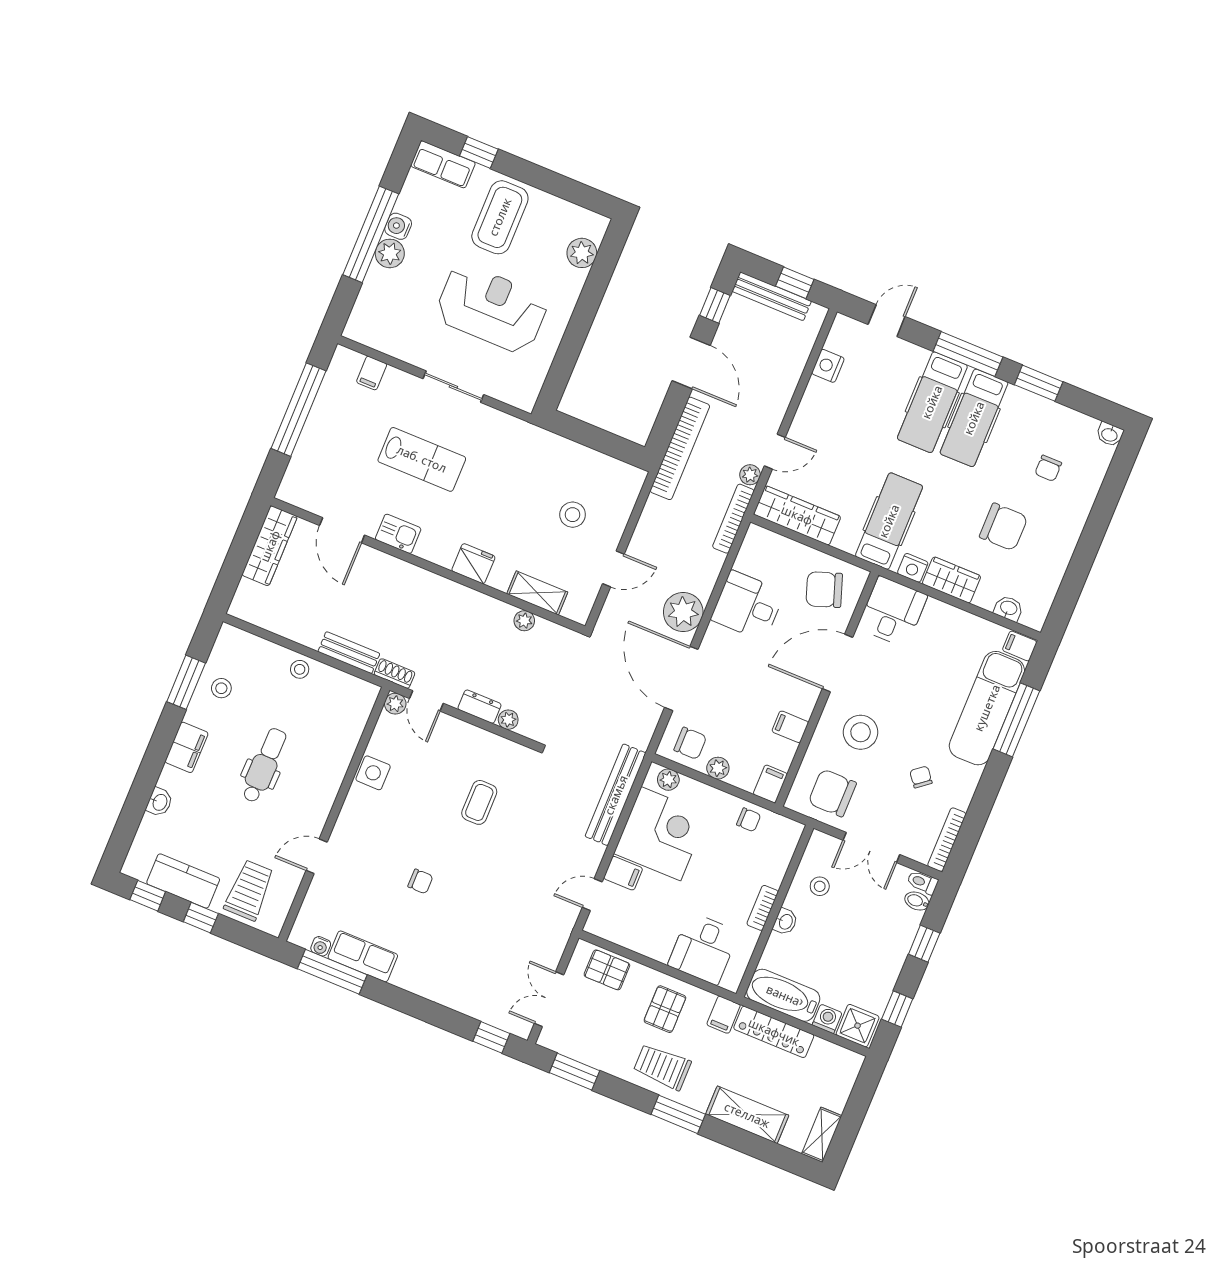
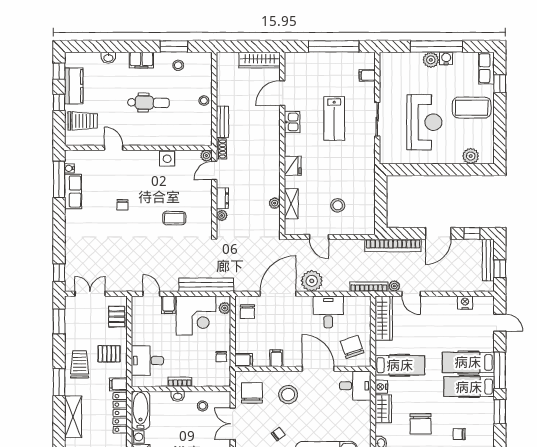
plant: (718, 768) -> (241, 331), removed

